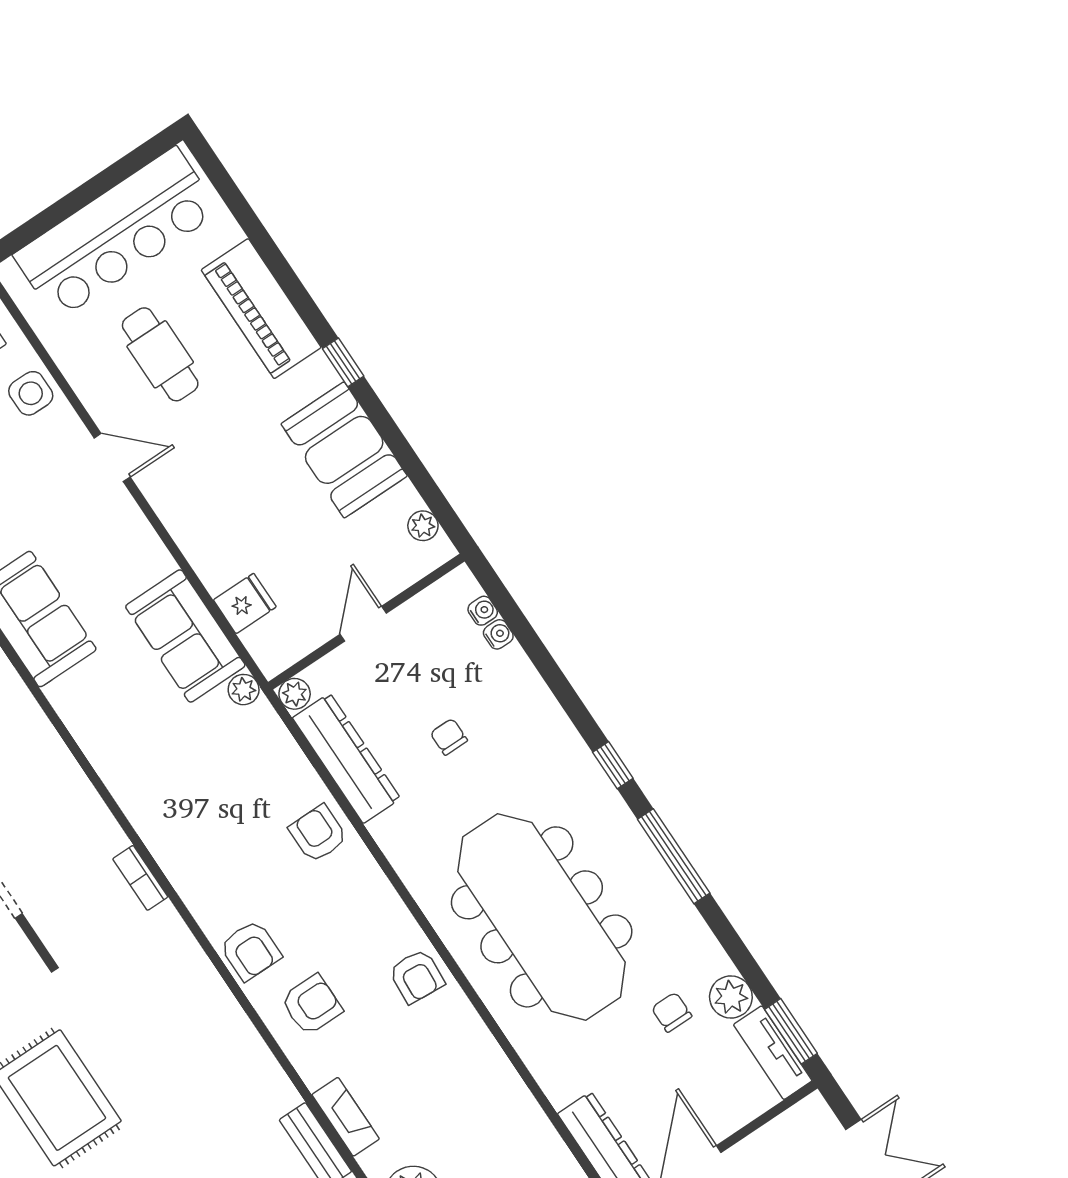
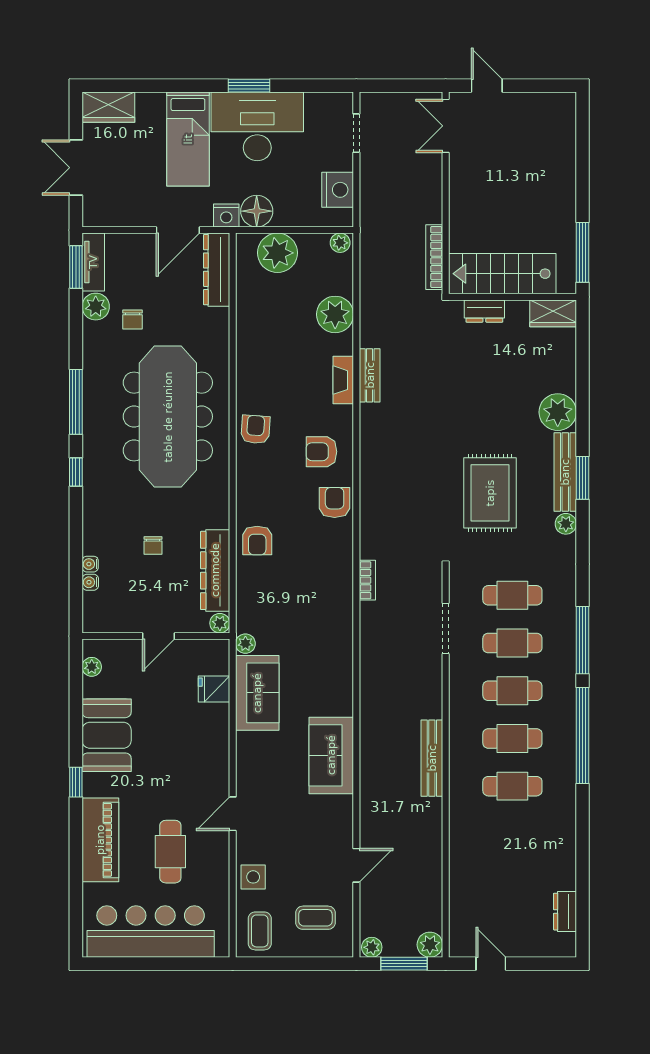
door: (112, 458) -> (233, 814), hinge flipped
water cooler: (483, 611) -> (90, 564), moved

